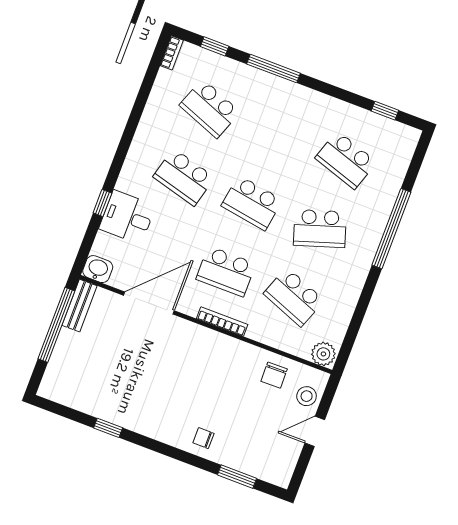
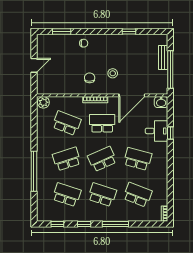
window: (215, 46) -> (84, 224), moved
school desk: (278, 134) -> (102, 195), added
school desk: (252, 203) -> (102, 159), turned -33
bench: (79, 306) -> (163, 57), moved
chair: (274, 375) -> (90, 78), moved
stool: (307, 396) -> (113, 73), moved

